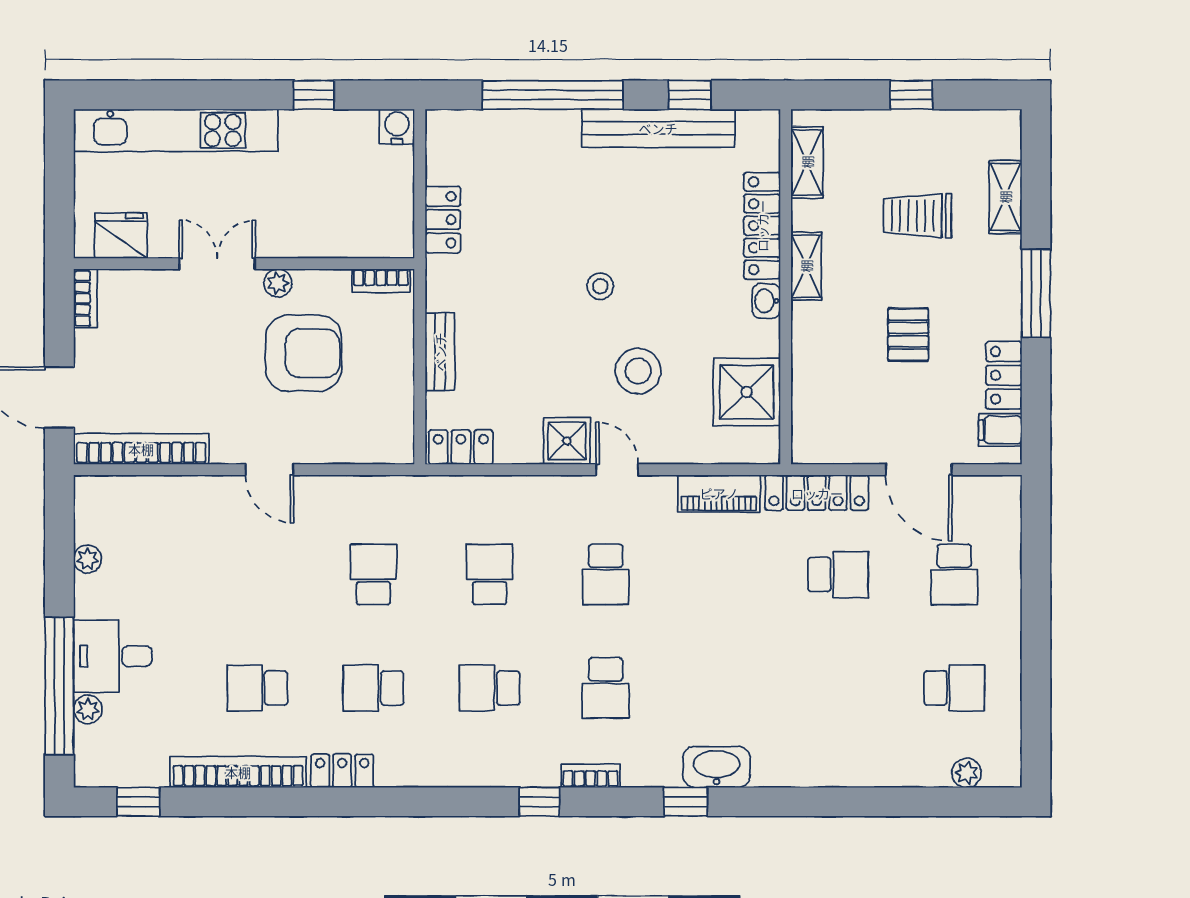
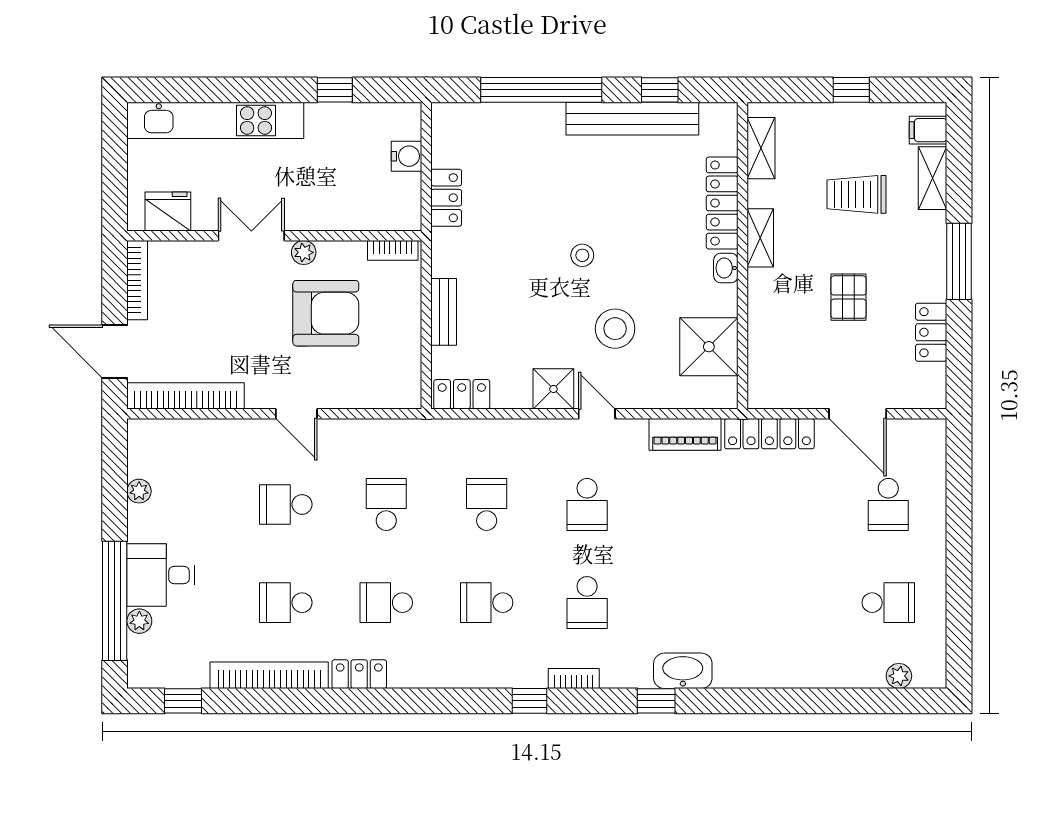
water cooler: (397, 127) -> (407, 156), moved, turned 90
bookcase: (85, 298) -> (137, 280), width x1.56
filing cabinet: (1000, 430) -> (928, 130), moved
school desk: (838, 574) -> (286, 504), moved, turned 180

